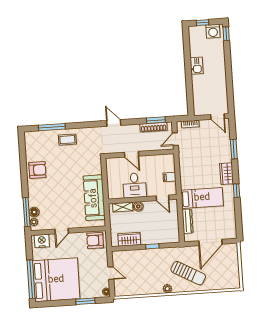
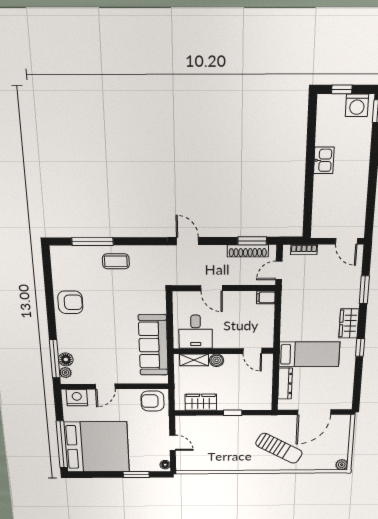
filing cabinet: (169, 177) -> (266, 297), moved
desk: (135, 185) -> (196, 332), moved
plant: (167, 289) -> (342, 465), moved

